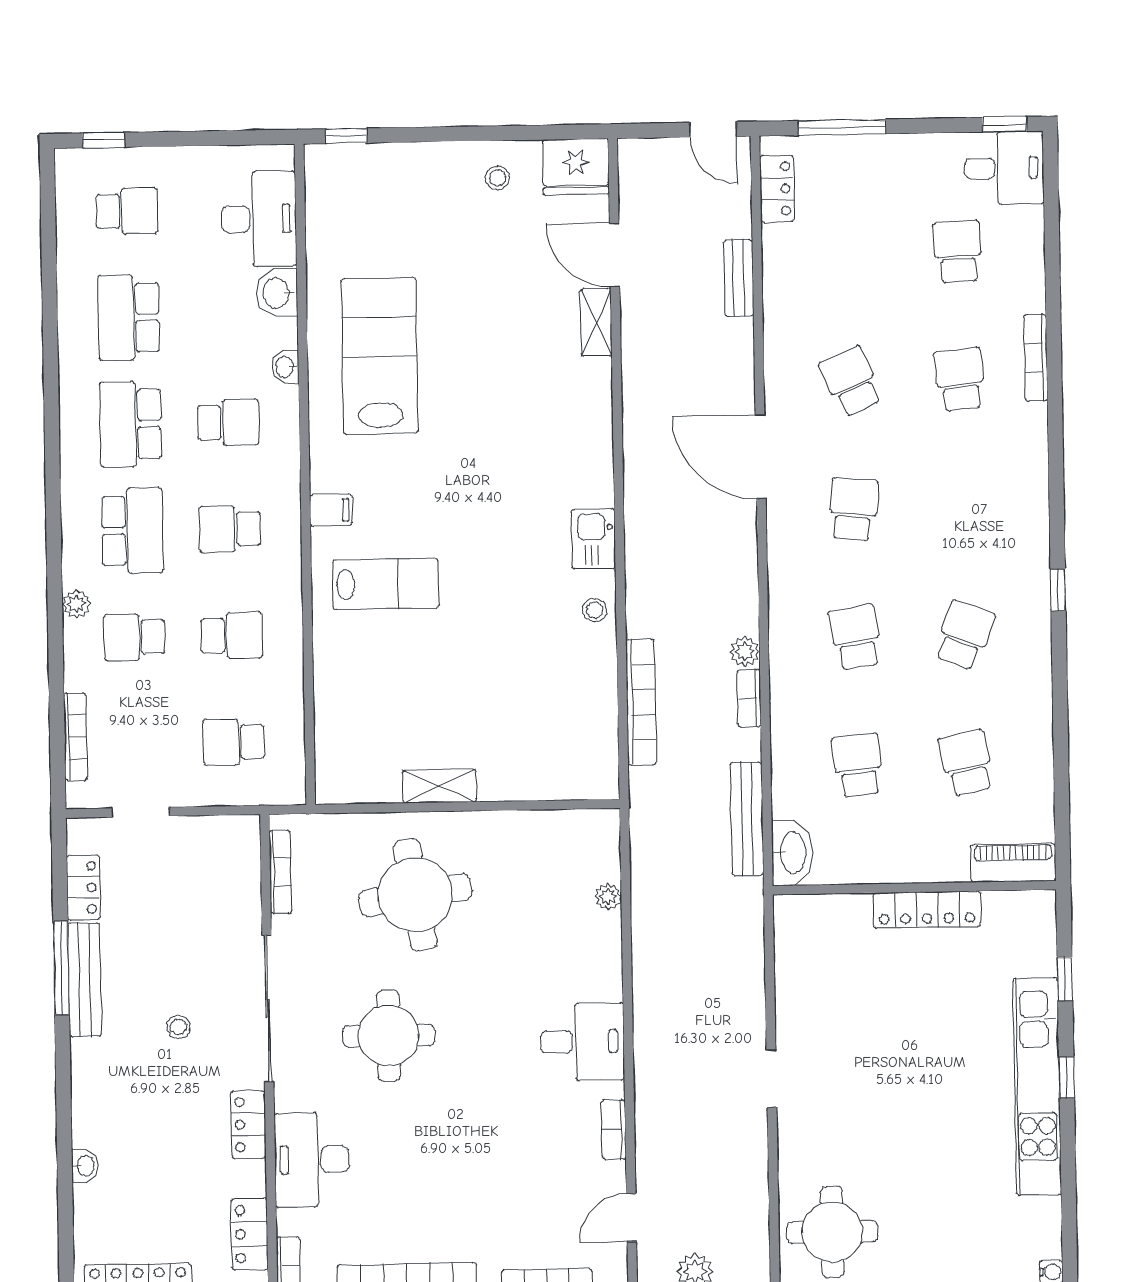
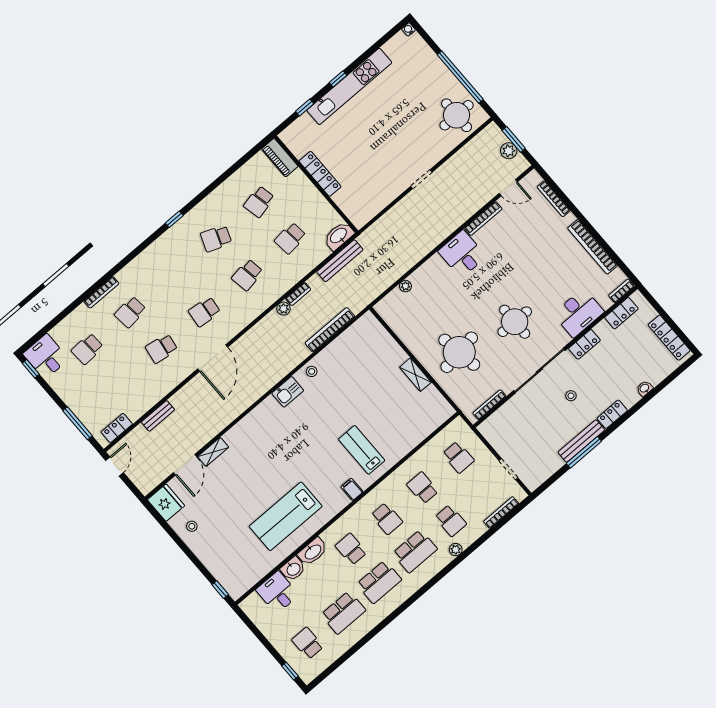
desk: (259, 219) -> (277, 592), width x0.73
washbasin: (285, 367) -> (313, 552), width x1.91, depth x1.45
school desk: (851, 381) -> (162, 348), turned 33
school desk: (132, 531) -> (415, 551), turned 180
locker: (83, 887) -> (612, 414), moved
bookcase: (614, 1130) -> (483, 219), width x1.56

